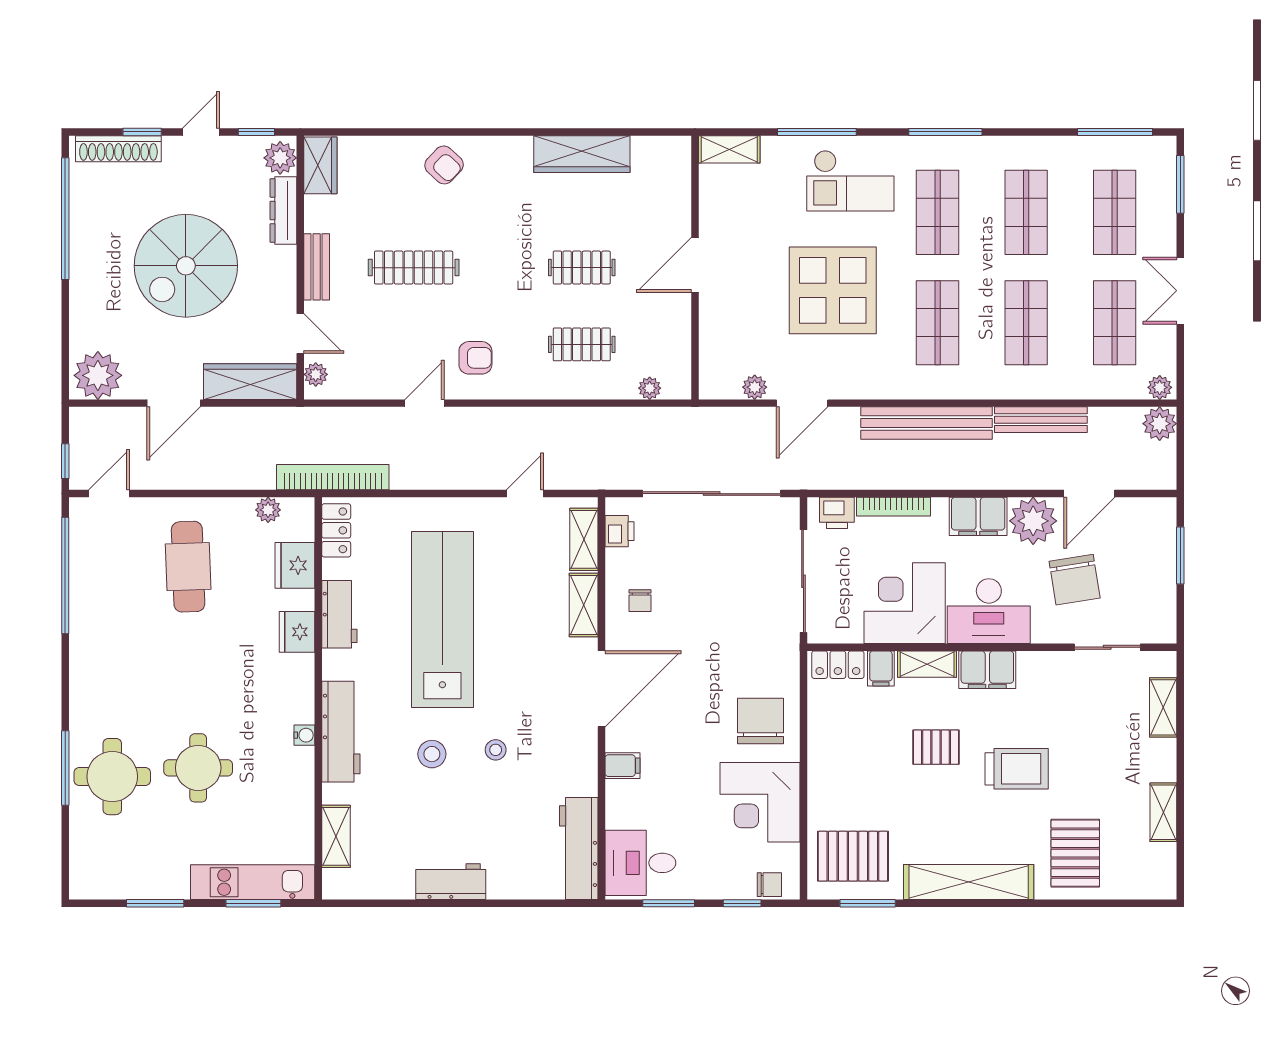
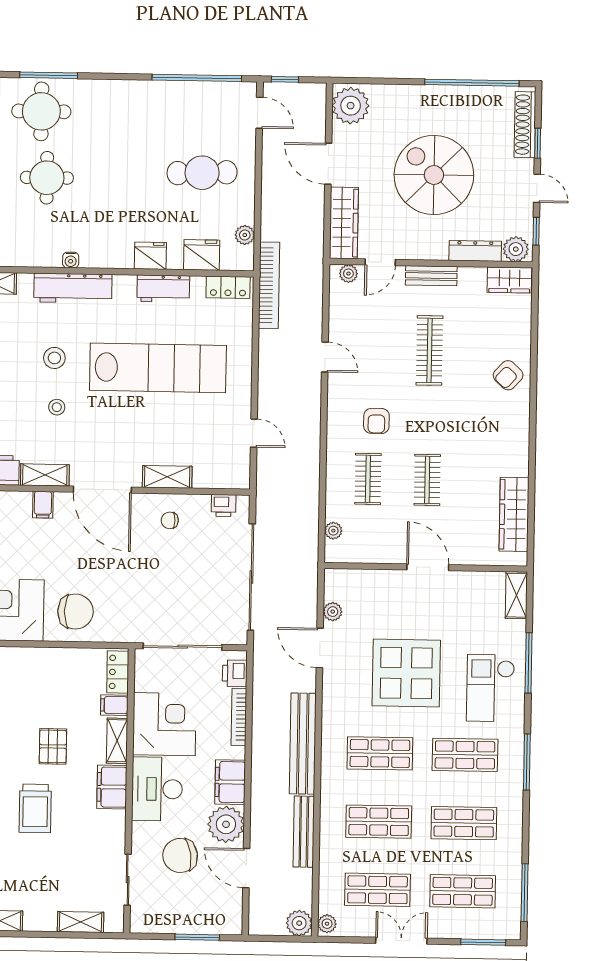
wardrobe: (582, 154) -> (514, 514), moved
armchair: (475, 358) -> (376, 421), moved
shelving: (584, 539) -> (45, 475), moved

